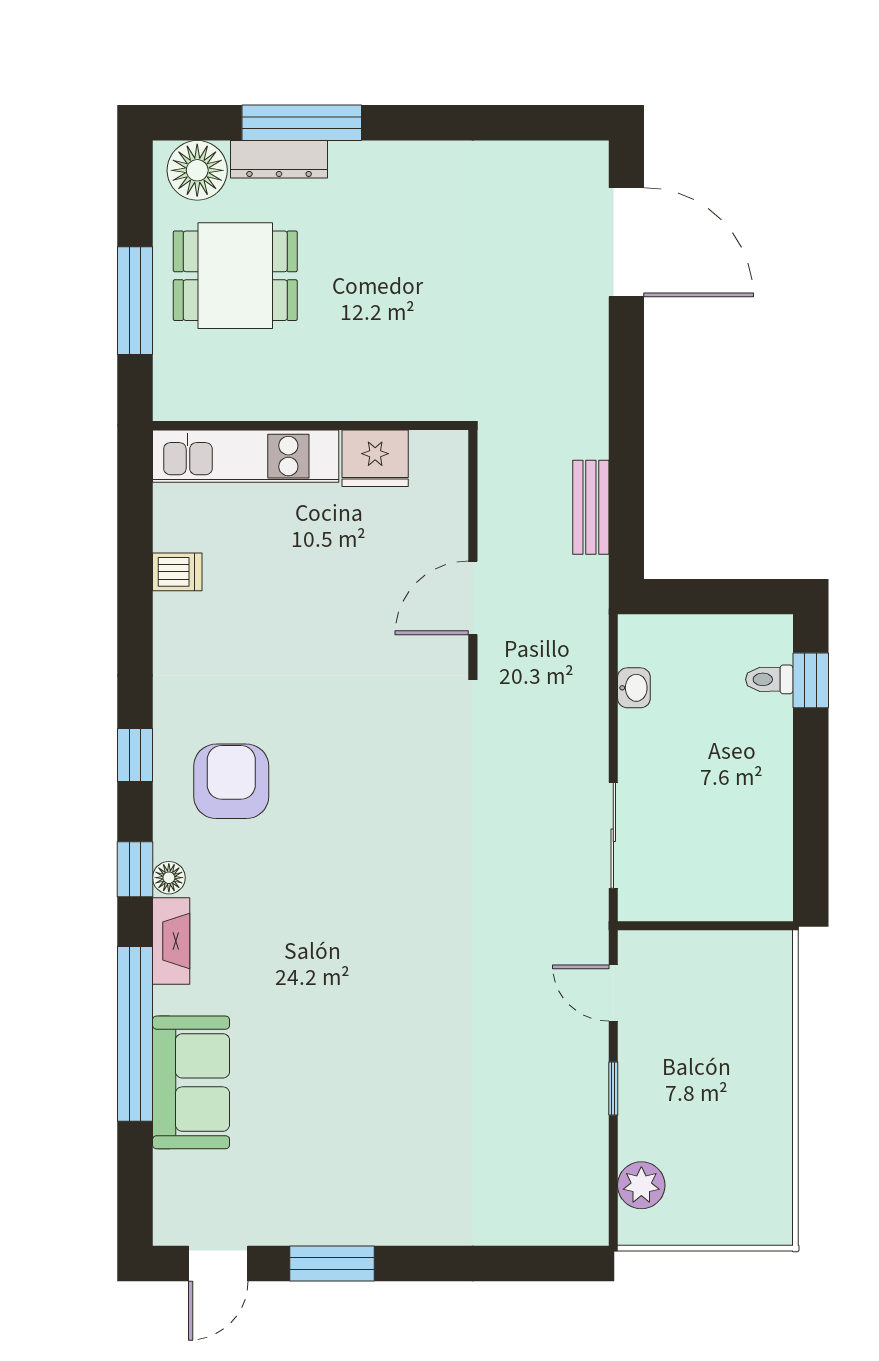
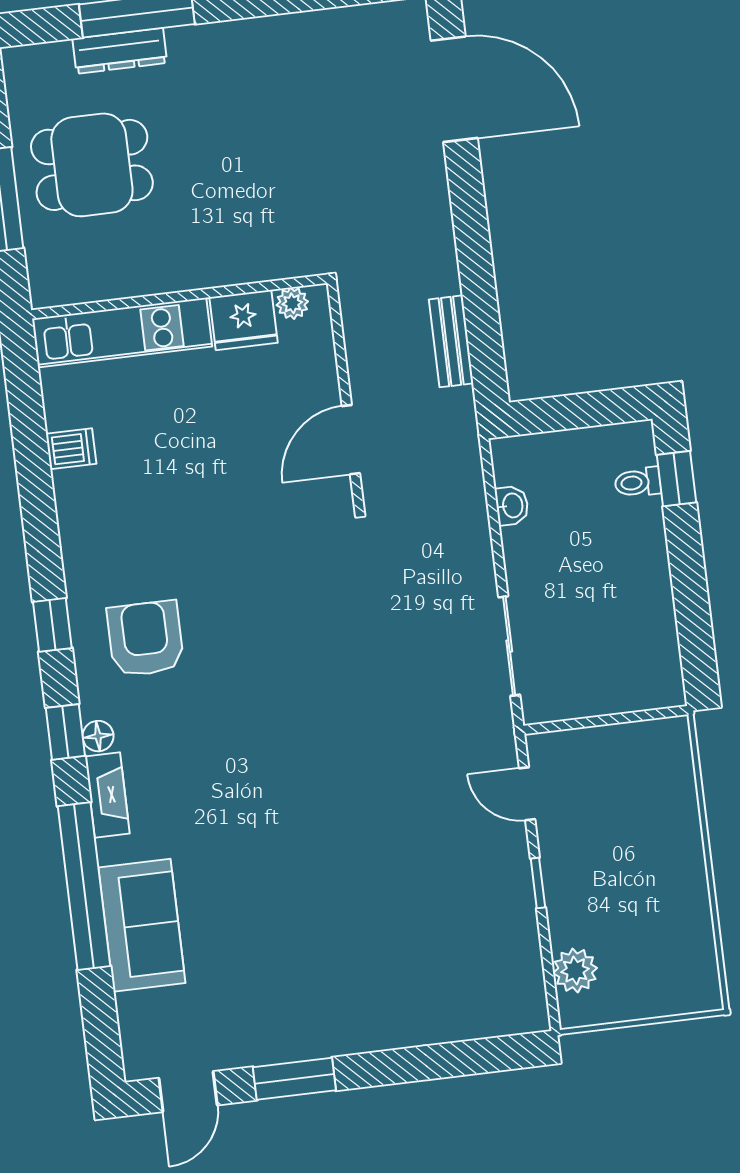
floor lamp: (197, 170) -> (44, 71), removed
plant: (429, 447) -> (292, 303), added

